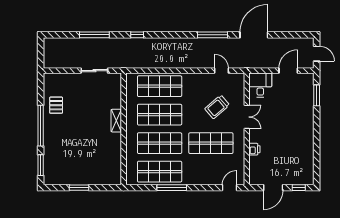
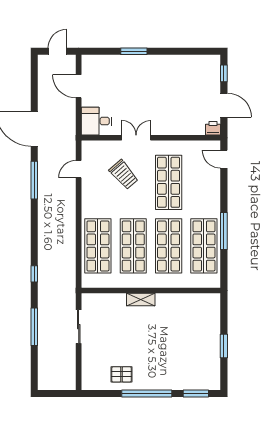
window: (317, 95) -> (134, 51), moved
printer: (254, 149) -> (213, 128), moved

